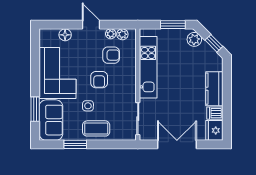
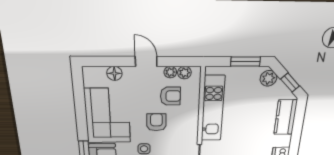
armchair: (99, 80) -> (156, 122), turned 180
kitchen counter: (214, 89) -> (286, 117), moved

